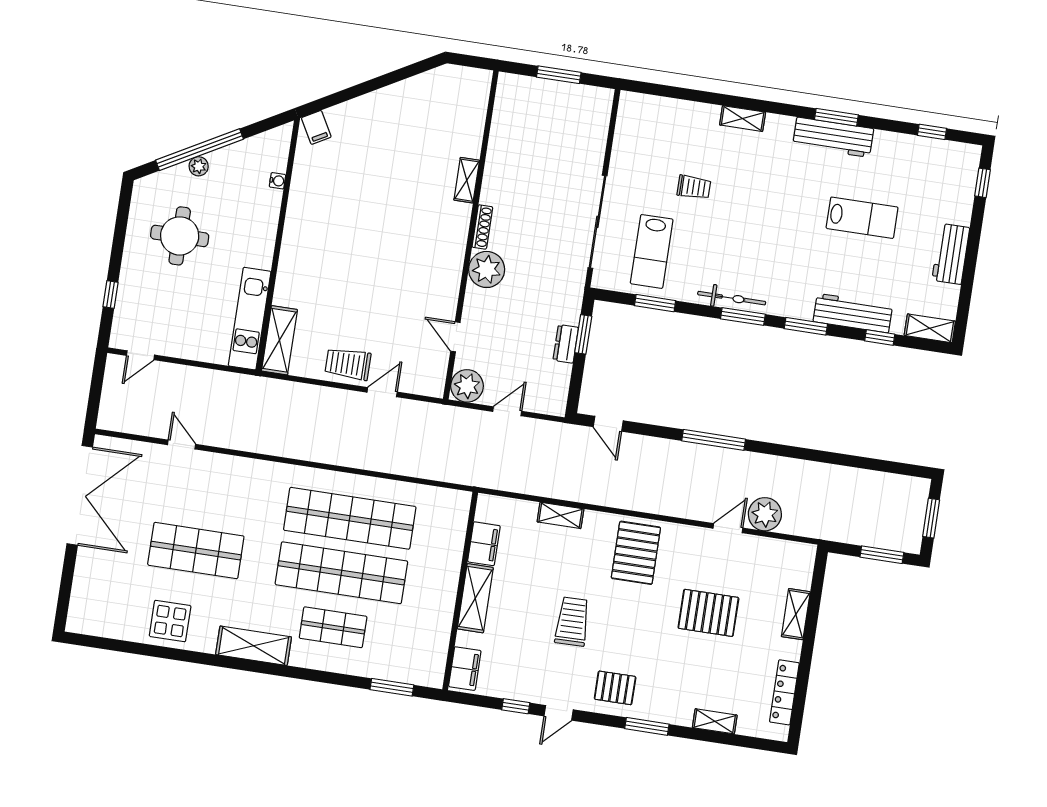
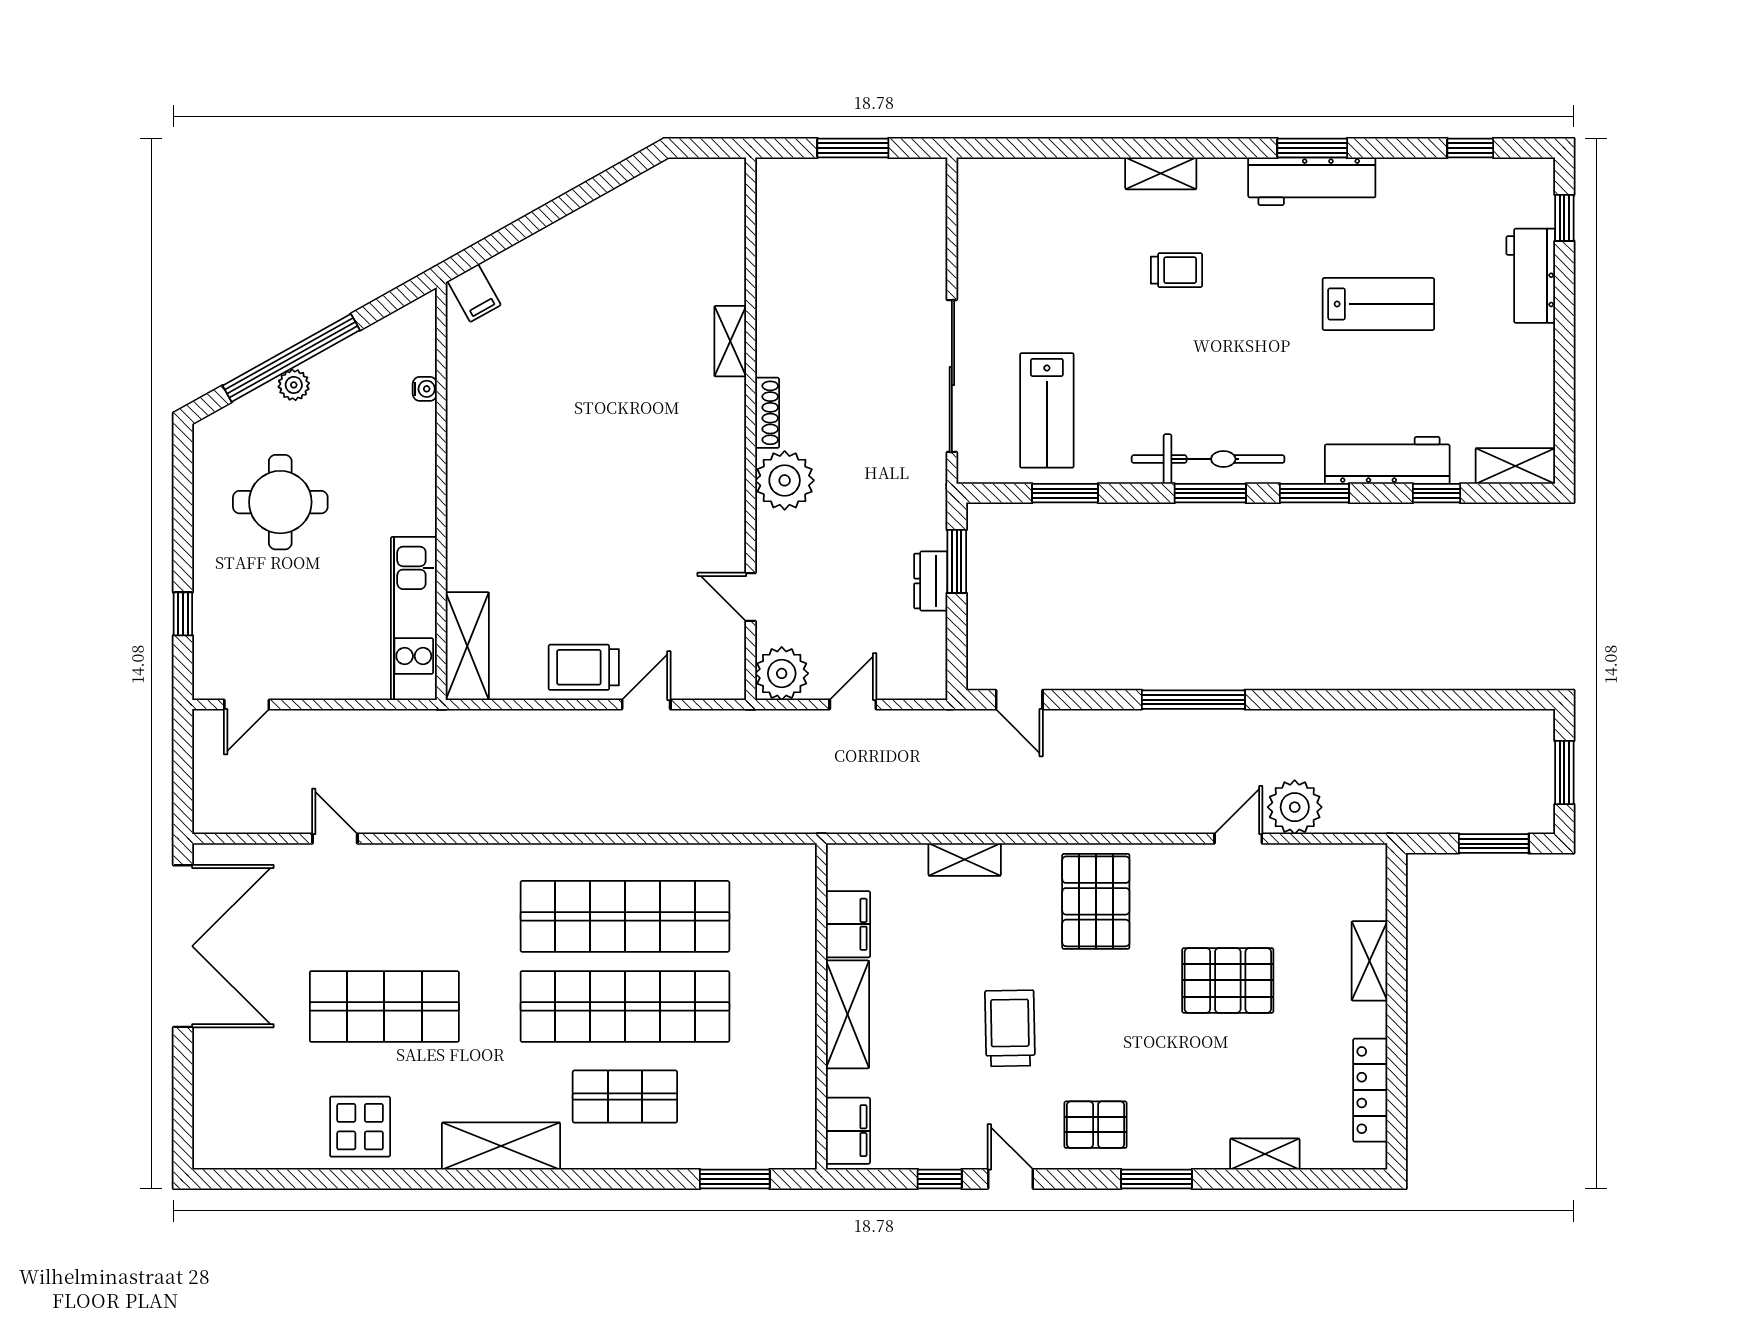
trolley: (694, 187) -> (1176, 270), moved
workbench: (951, 254) -> (1531, 276), moved
bicycle: (732, 298) -> (1208, 459), width x1.37, depth x1.40
door: (559, 713) -> (1011, 1179), swing flipped

